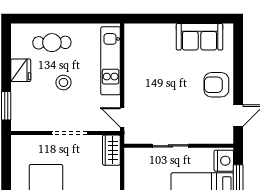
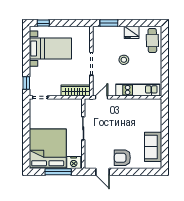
cafe table: (52, 43) -> (152, 41), moved
armchair: (216, 85) -> (122, 158), turned -90
wardrobe: (111, 150) -> (76, 91), width x1.50

